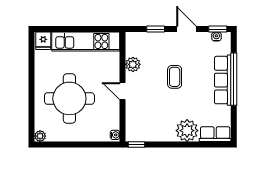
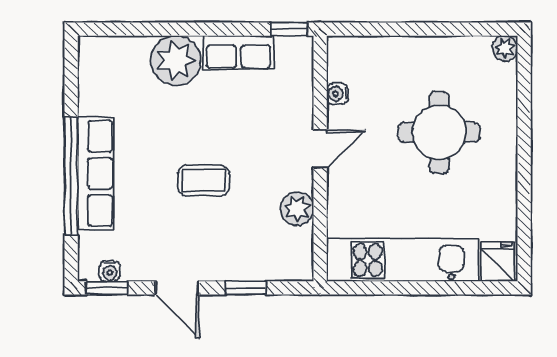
coffee table: (175, 77) -> (204, 181), turned 90
door: (123, 91) -> (320, 149), hinge flipped
round table: (69, 98) -> (439, 132), width x0.73, depth x0.73
row of seats: (215, 134) -> (239, 52), moved
water cooler: (115, 135) -> (337, 94), moved

